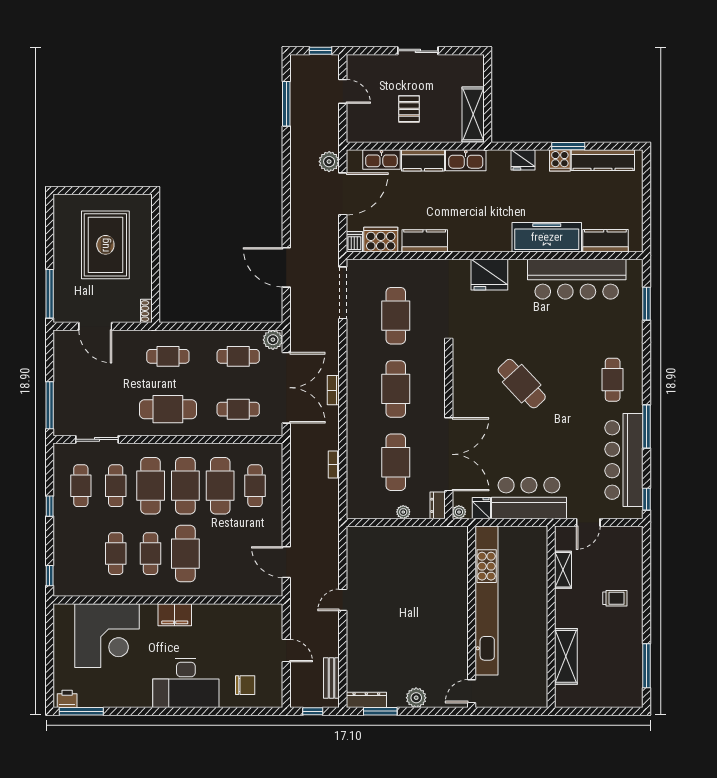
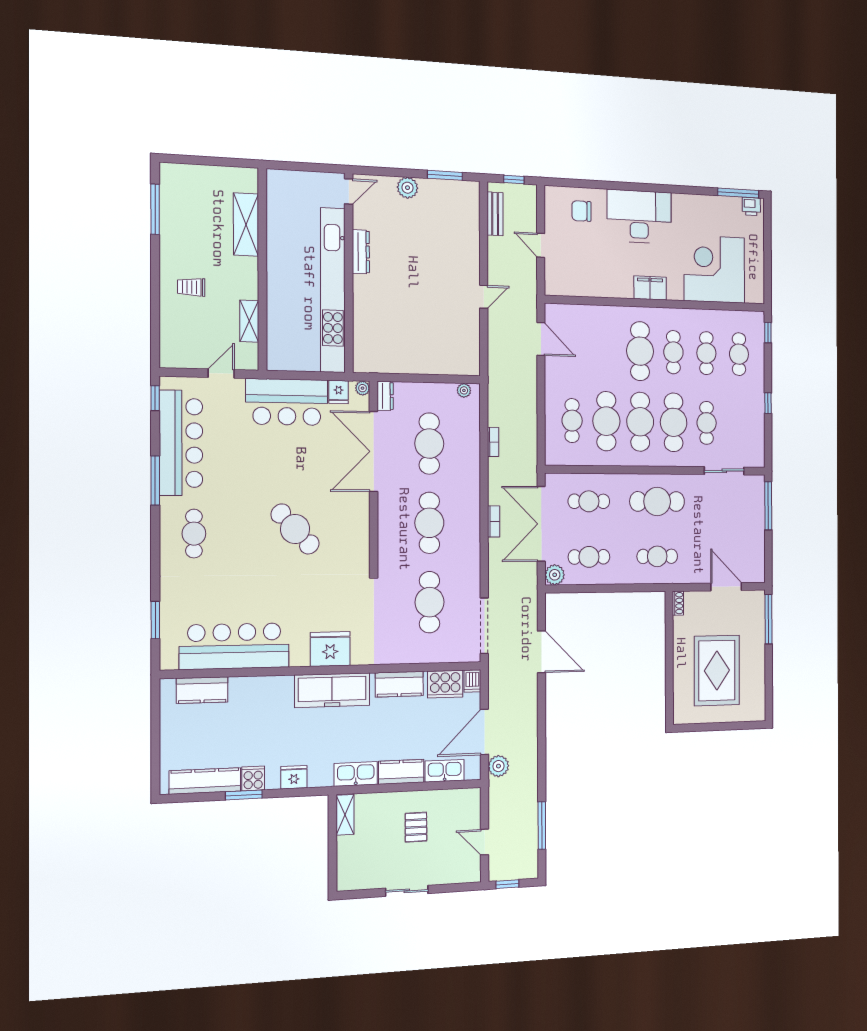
shelving: (473, 114) -> (345, 815), width x0.67, depth x0.75
freezer: (547, 237) -> (332, 690), moved
cafe table: (81, 486) -> (739, 354), moved
plant: (403, 512) -> (464, 390), moved
dresser: (366, 700) -> (361, 252), moved, turned -90

